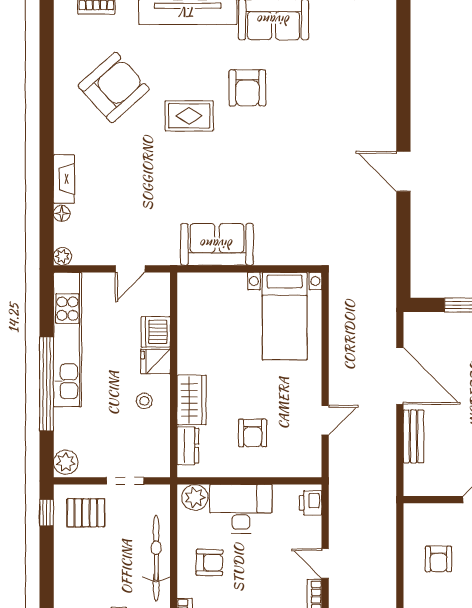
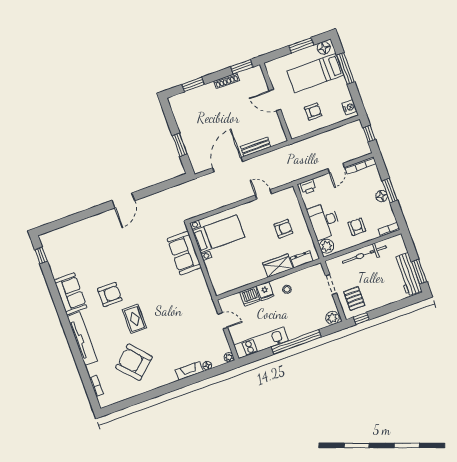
sofa: (217, 244) -> (184, 253), moved
kitchen unit: (67, 340) -> (261, 343), width x0.73

